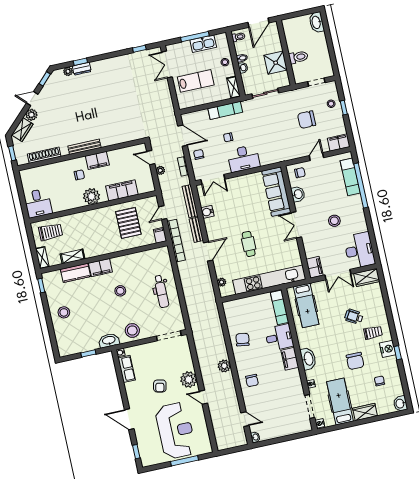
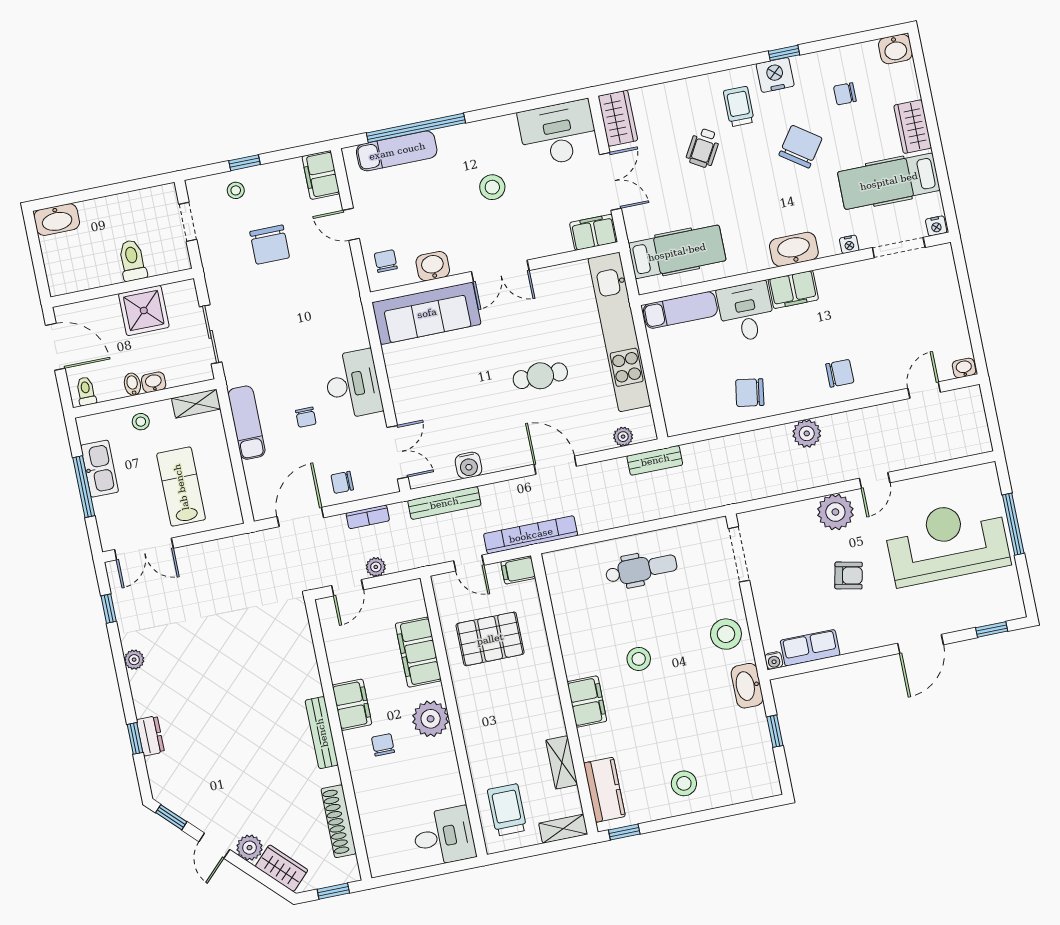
plant: (68, 71) -> (134, 660), moved
bench: (196, 230) -> (655, 460), moved
kitchen counter: (76, 273) -> (604, 790), moved
chair: (355, 361) -> (800, 147), turned -55

